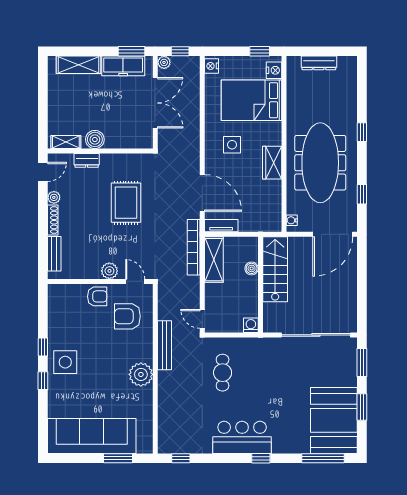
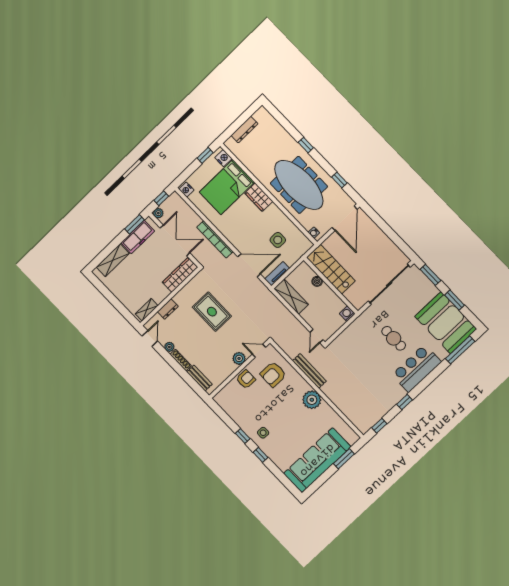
boiler: (95, 139) -> (161, 293), removed
wardrobe: (129, 139) -> (180, 275), added
side table: (232, 145) -> (278, 240), moved
wardrobe: (272, 163) -> (259, 197), moved
bookcase: (194, 247) -> (215, 239), moved
door: (202, 319) -> (316, 336), hinge flipped
side table: (65, 362) -> (263, 433), width x0.54, depth x0.54
cafe table: (223, 373) -> (394, 338), moved
bar counter: (242, 437) -> (417, 368), moved
window: (261, 458) -> (404, 402), moved

